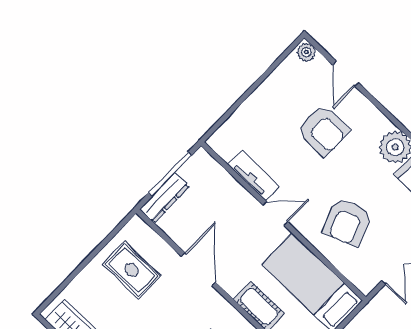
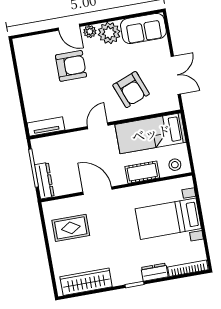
plant: (306, 52) -> (90, 32), moved
door: (346, 74) -> (69, 27), moved
tv unit: (253, 175) -> (46, 126), moved

